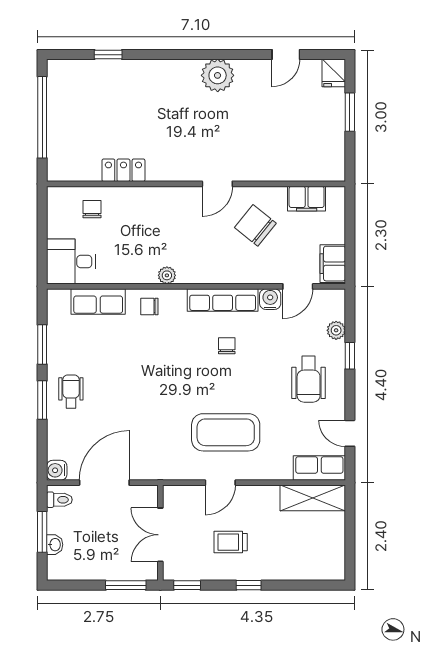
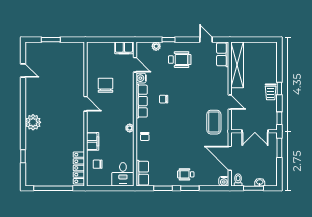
fridge: (334, 73) -> (32, 47), removed
plant: (218, 75) -> (33, 122), moved
locker: (123, 170) -> (79, 168), moved, width x1.53
filing cabinet: (307, 199) -> (93, 141), moved
chair: (255, 225) -> (105, 85), turned 141
row of seats: (98, 302) -> (142, 173), moved
coffee table: (226, 432) -> (214, 122), moved, width x0.73, depth x0.76
door: (350, 433) -> (206, 40), swing flipped
shelving: (313, 498) -> (237, 65), width x1.47
trolley: (231, 542) -> (271, 92), moved

